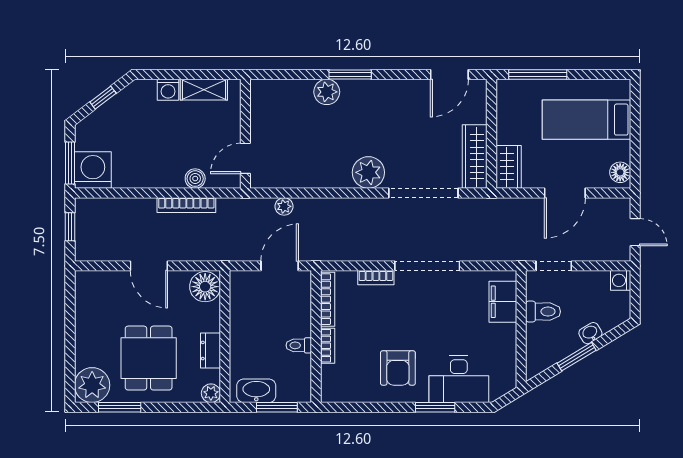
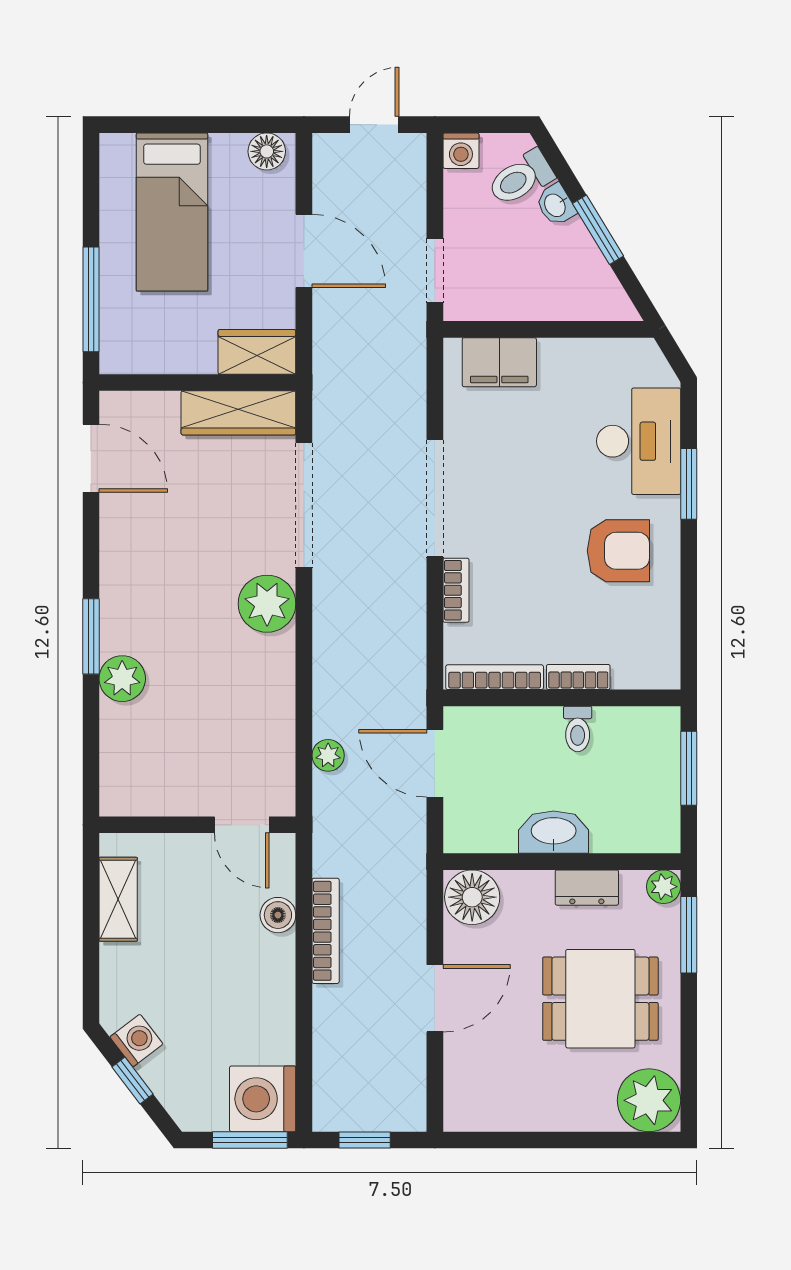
washing machine: (168, 90) -> (136, 1041), moved, turned -37
toilet: (543, 312) -> (521, 178), moved, turned -121
washbasin: (256, 391) -> (554, 832), moved, turned 90
window: (120, 407) -> (689, 935), moved

